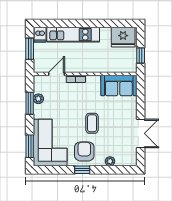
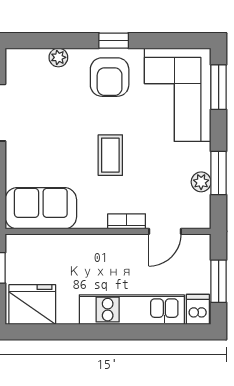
coffee table: (92, 123) -> (110, 155), moved

